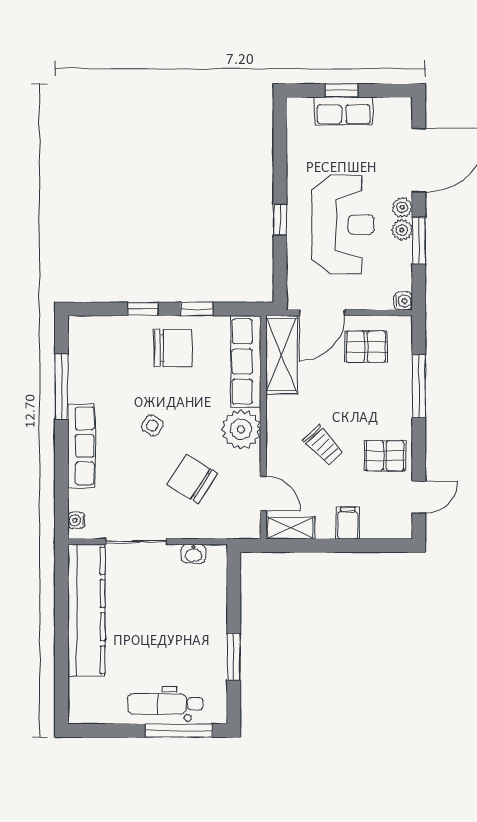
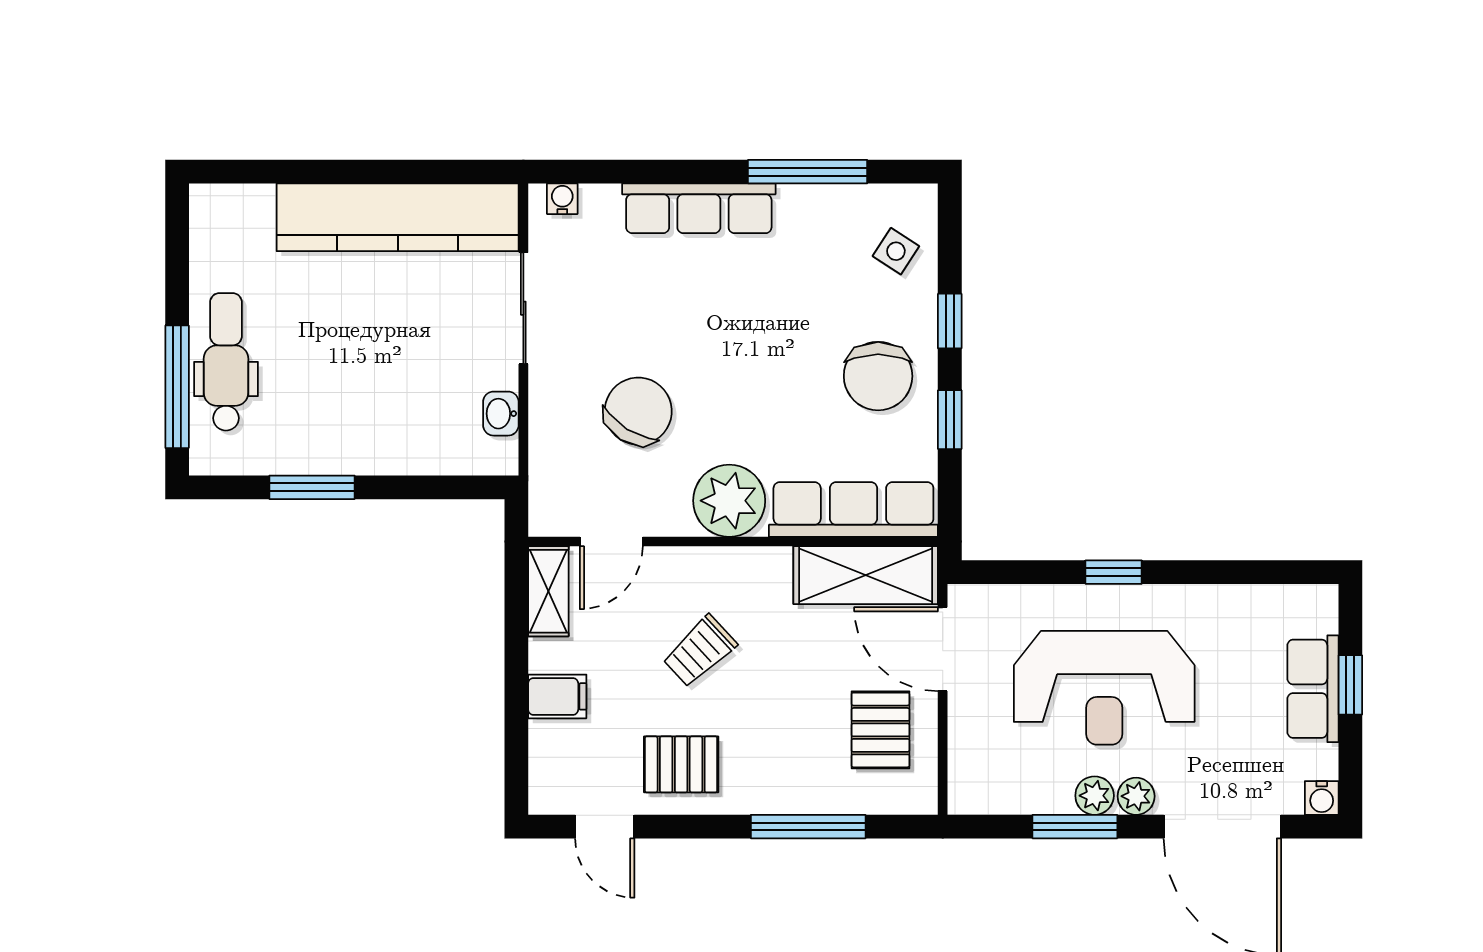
water cooler: (403, 301) -> (1322, 798), moved
side table: (152, 425) -> (896, 251), moved
pallet: (385, 456) -> (681, 764), turned 90

